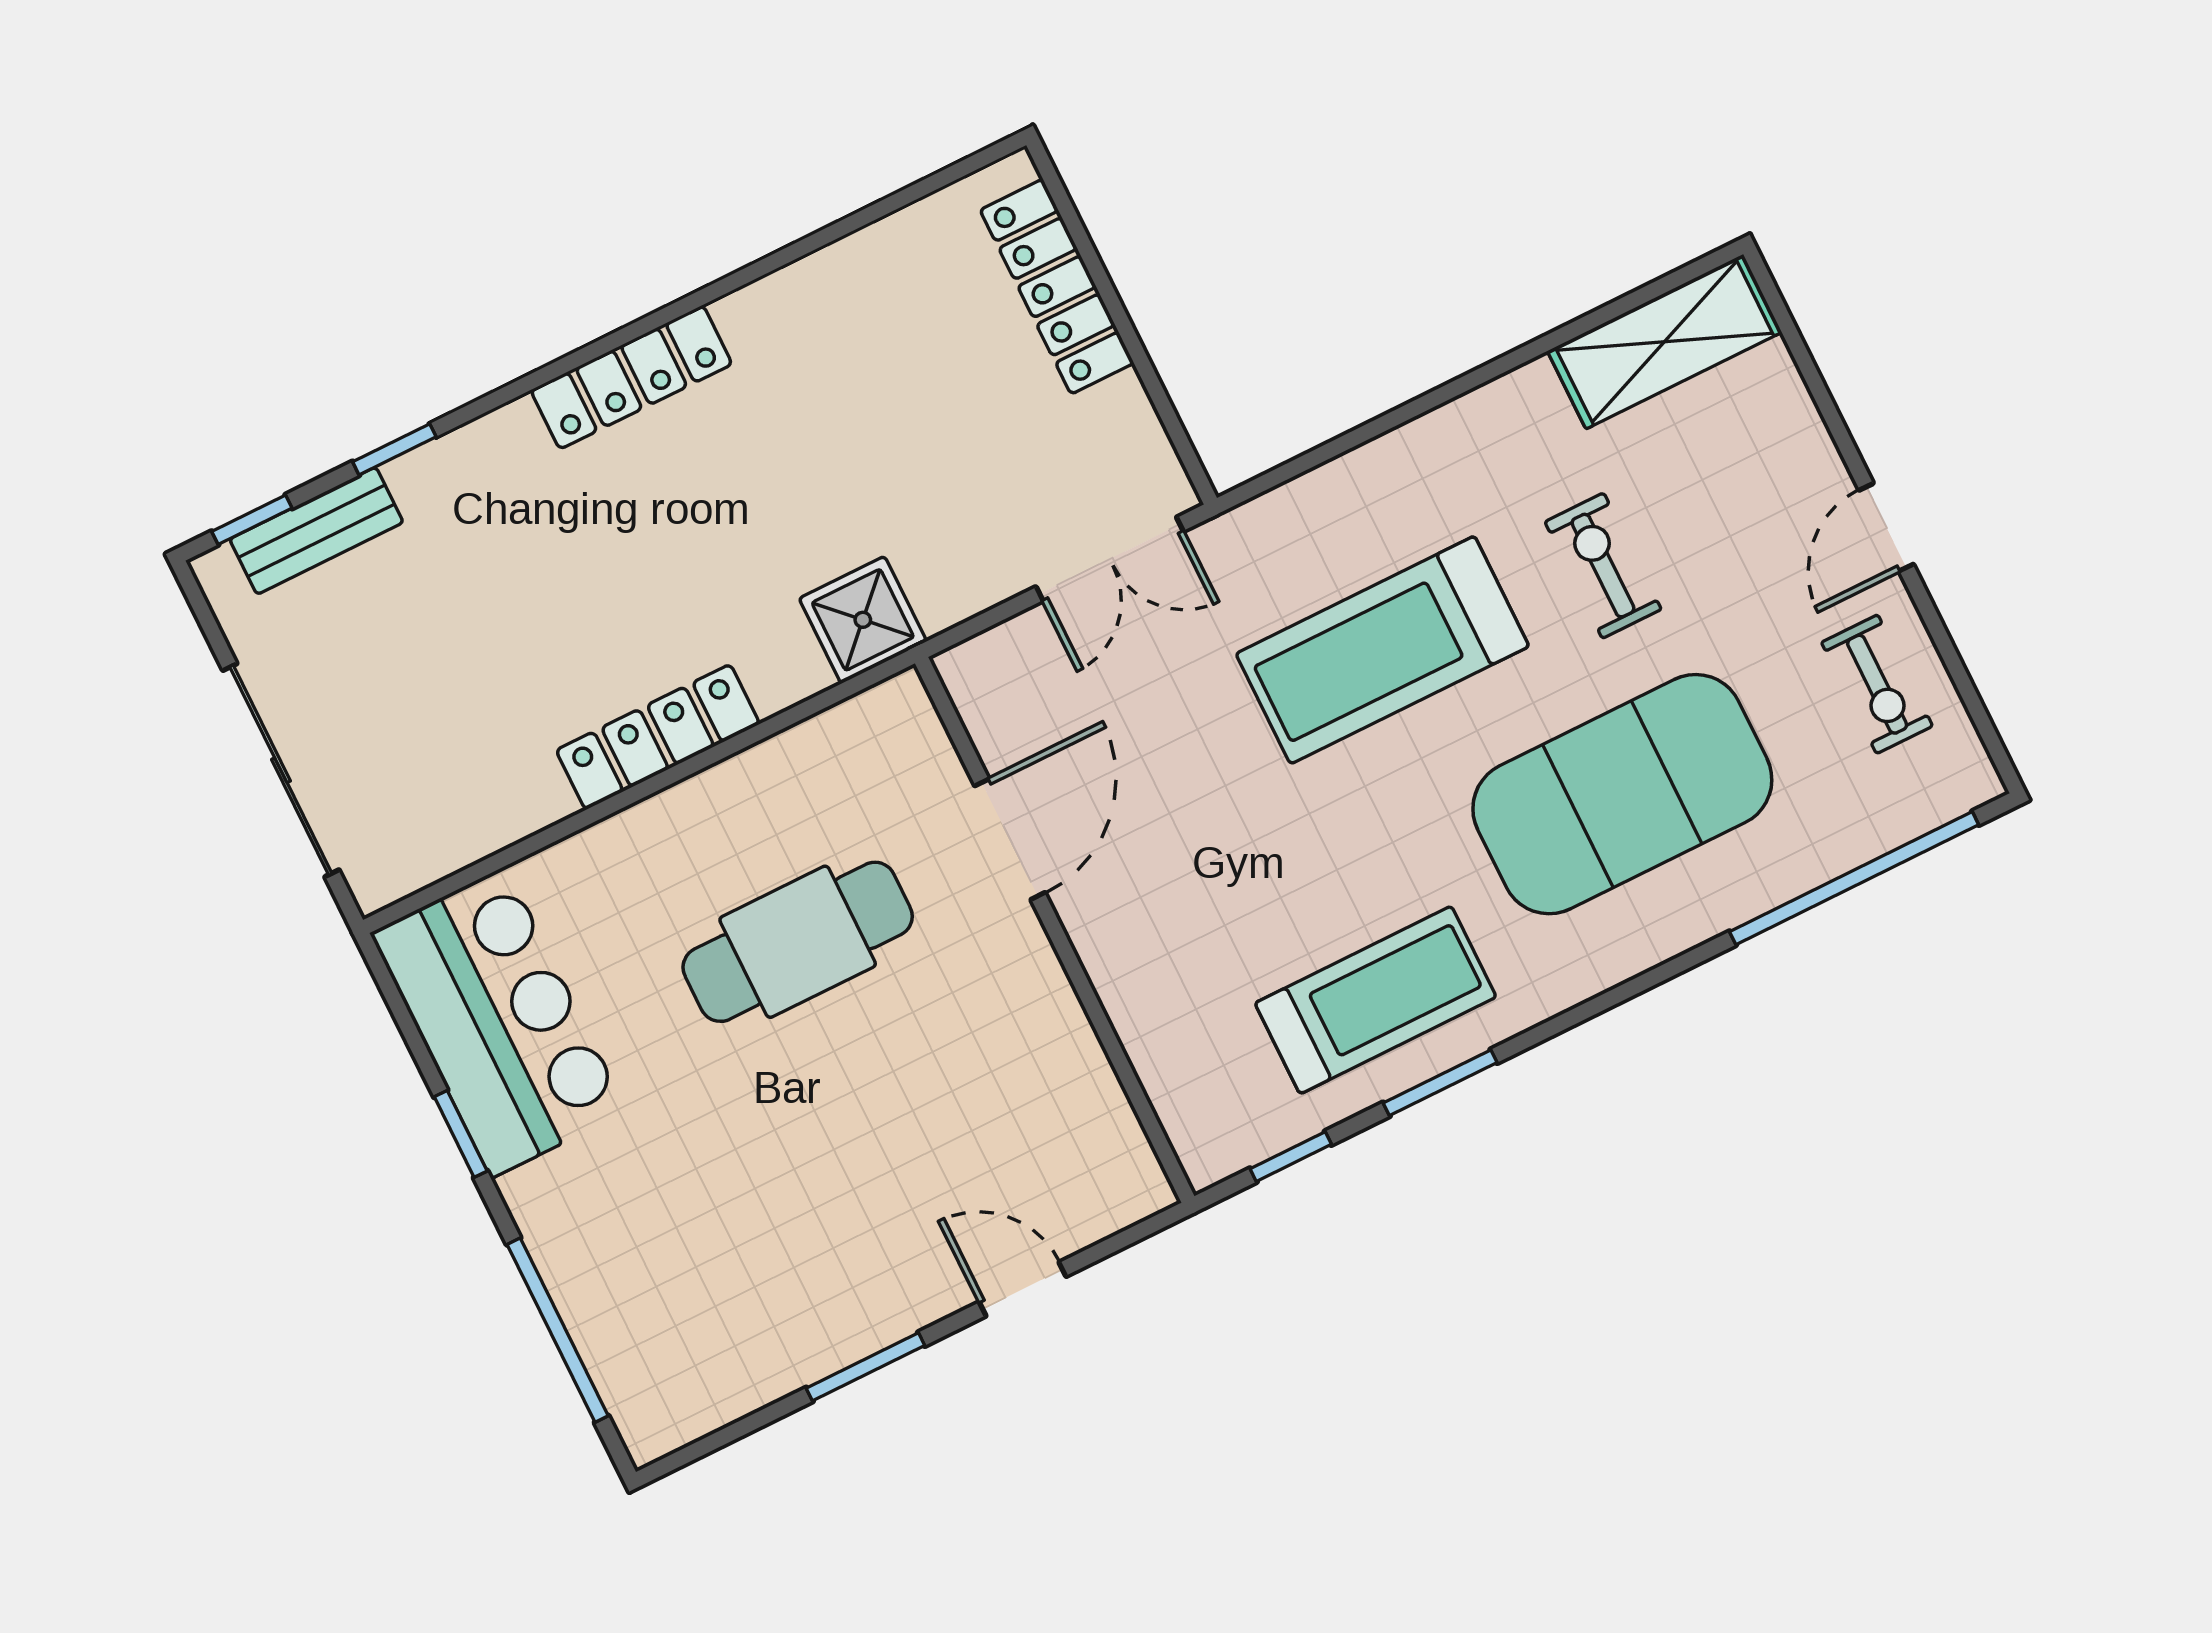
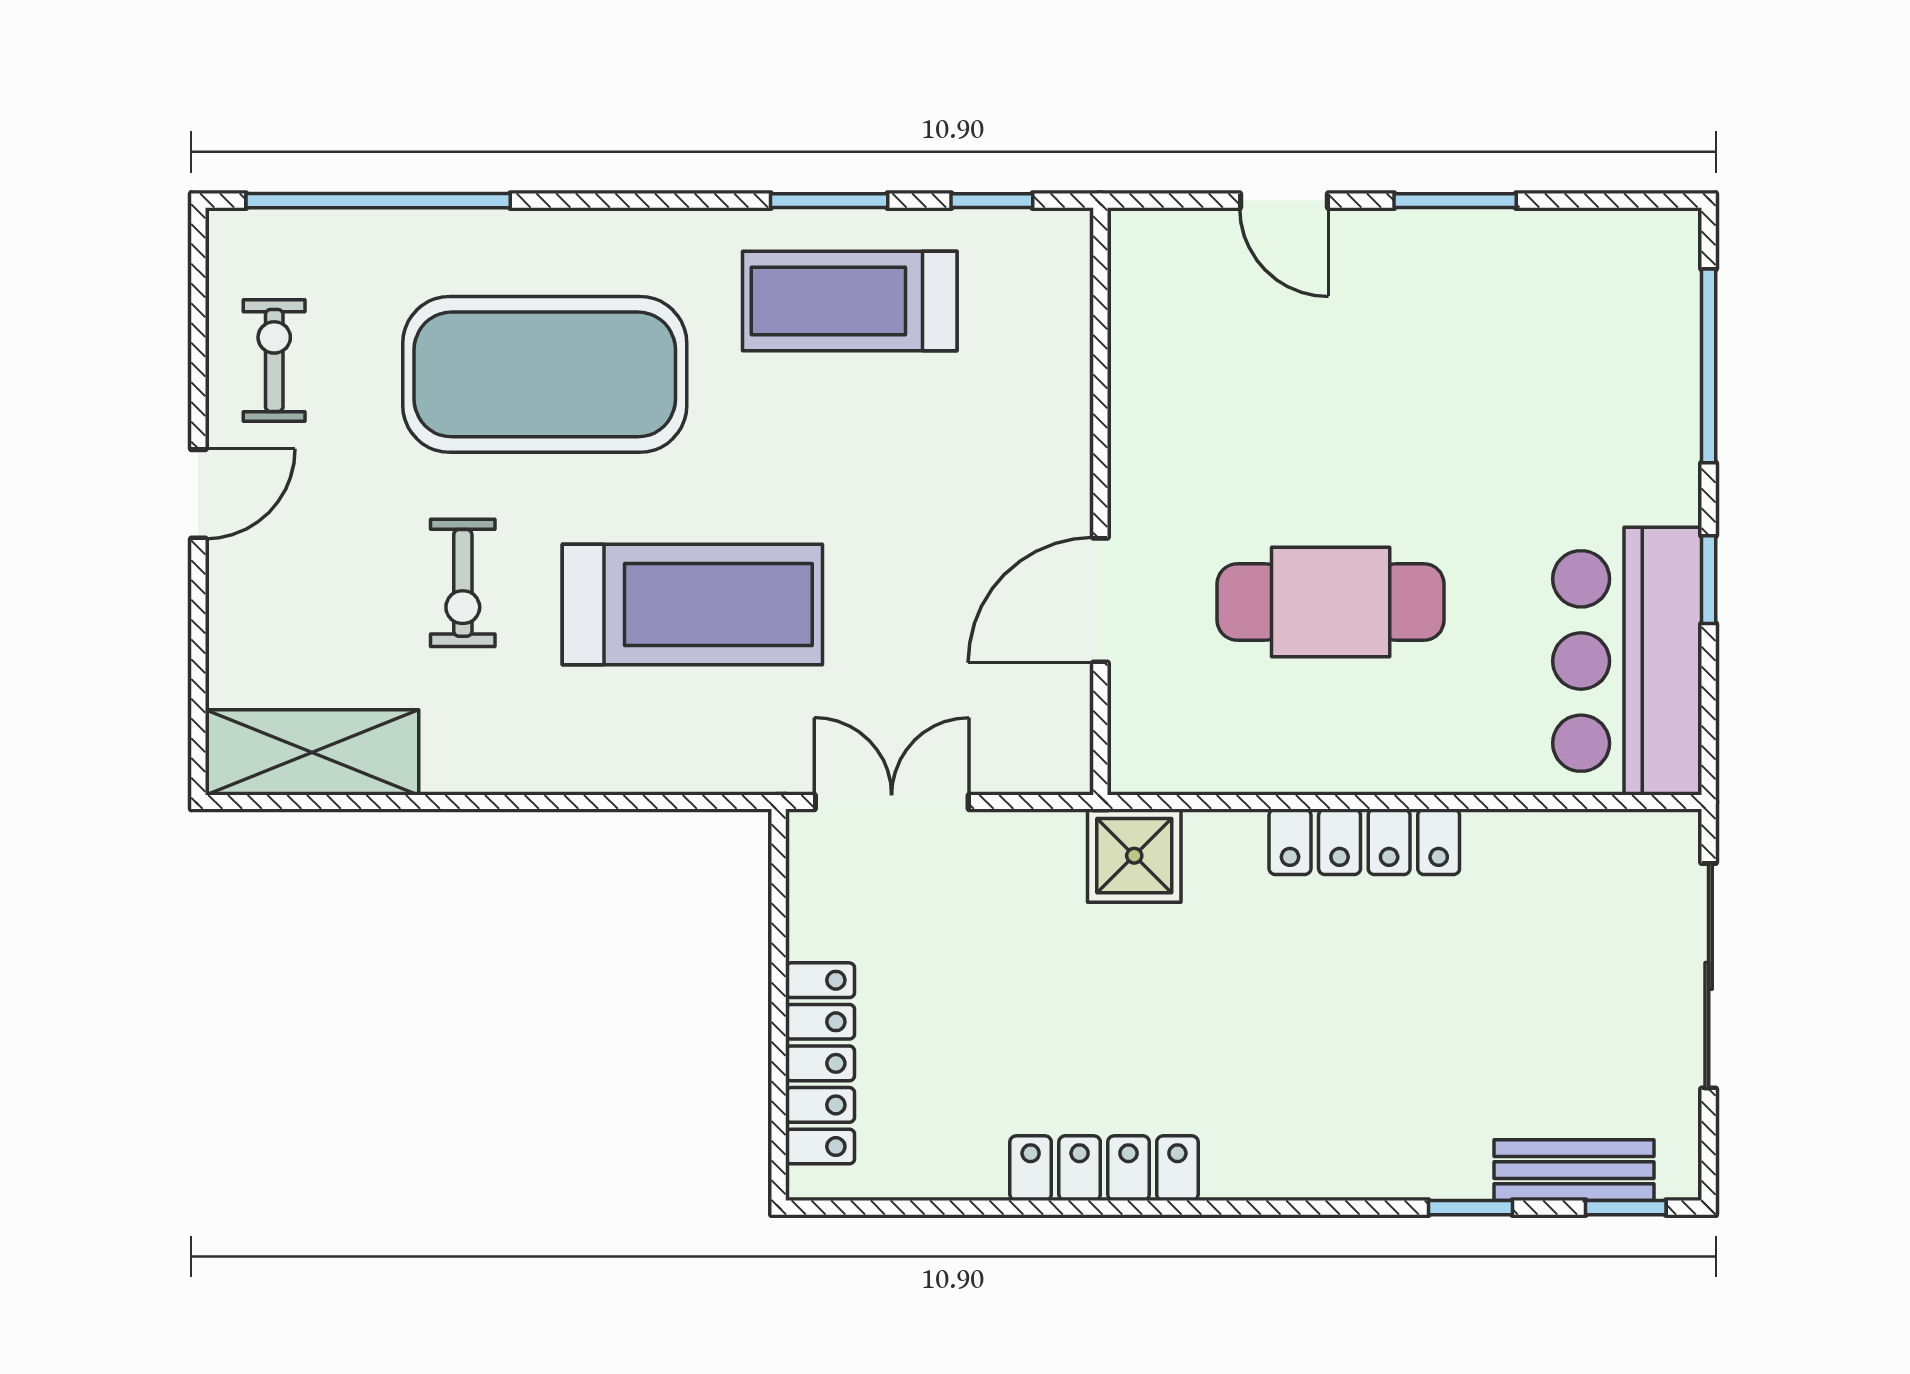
locker: (631, 377) -> (1104, 1168), moved

